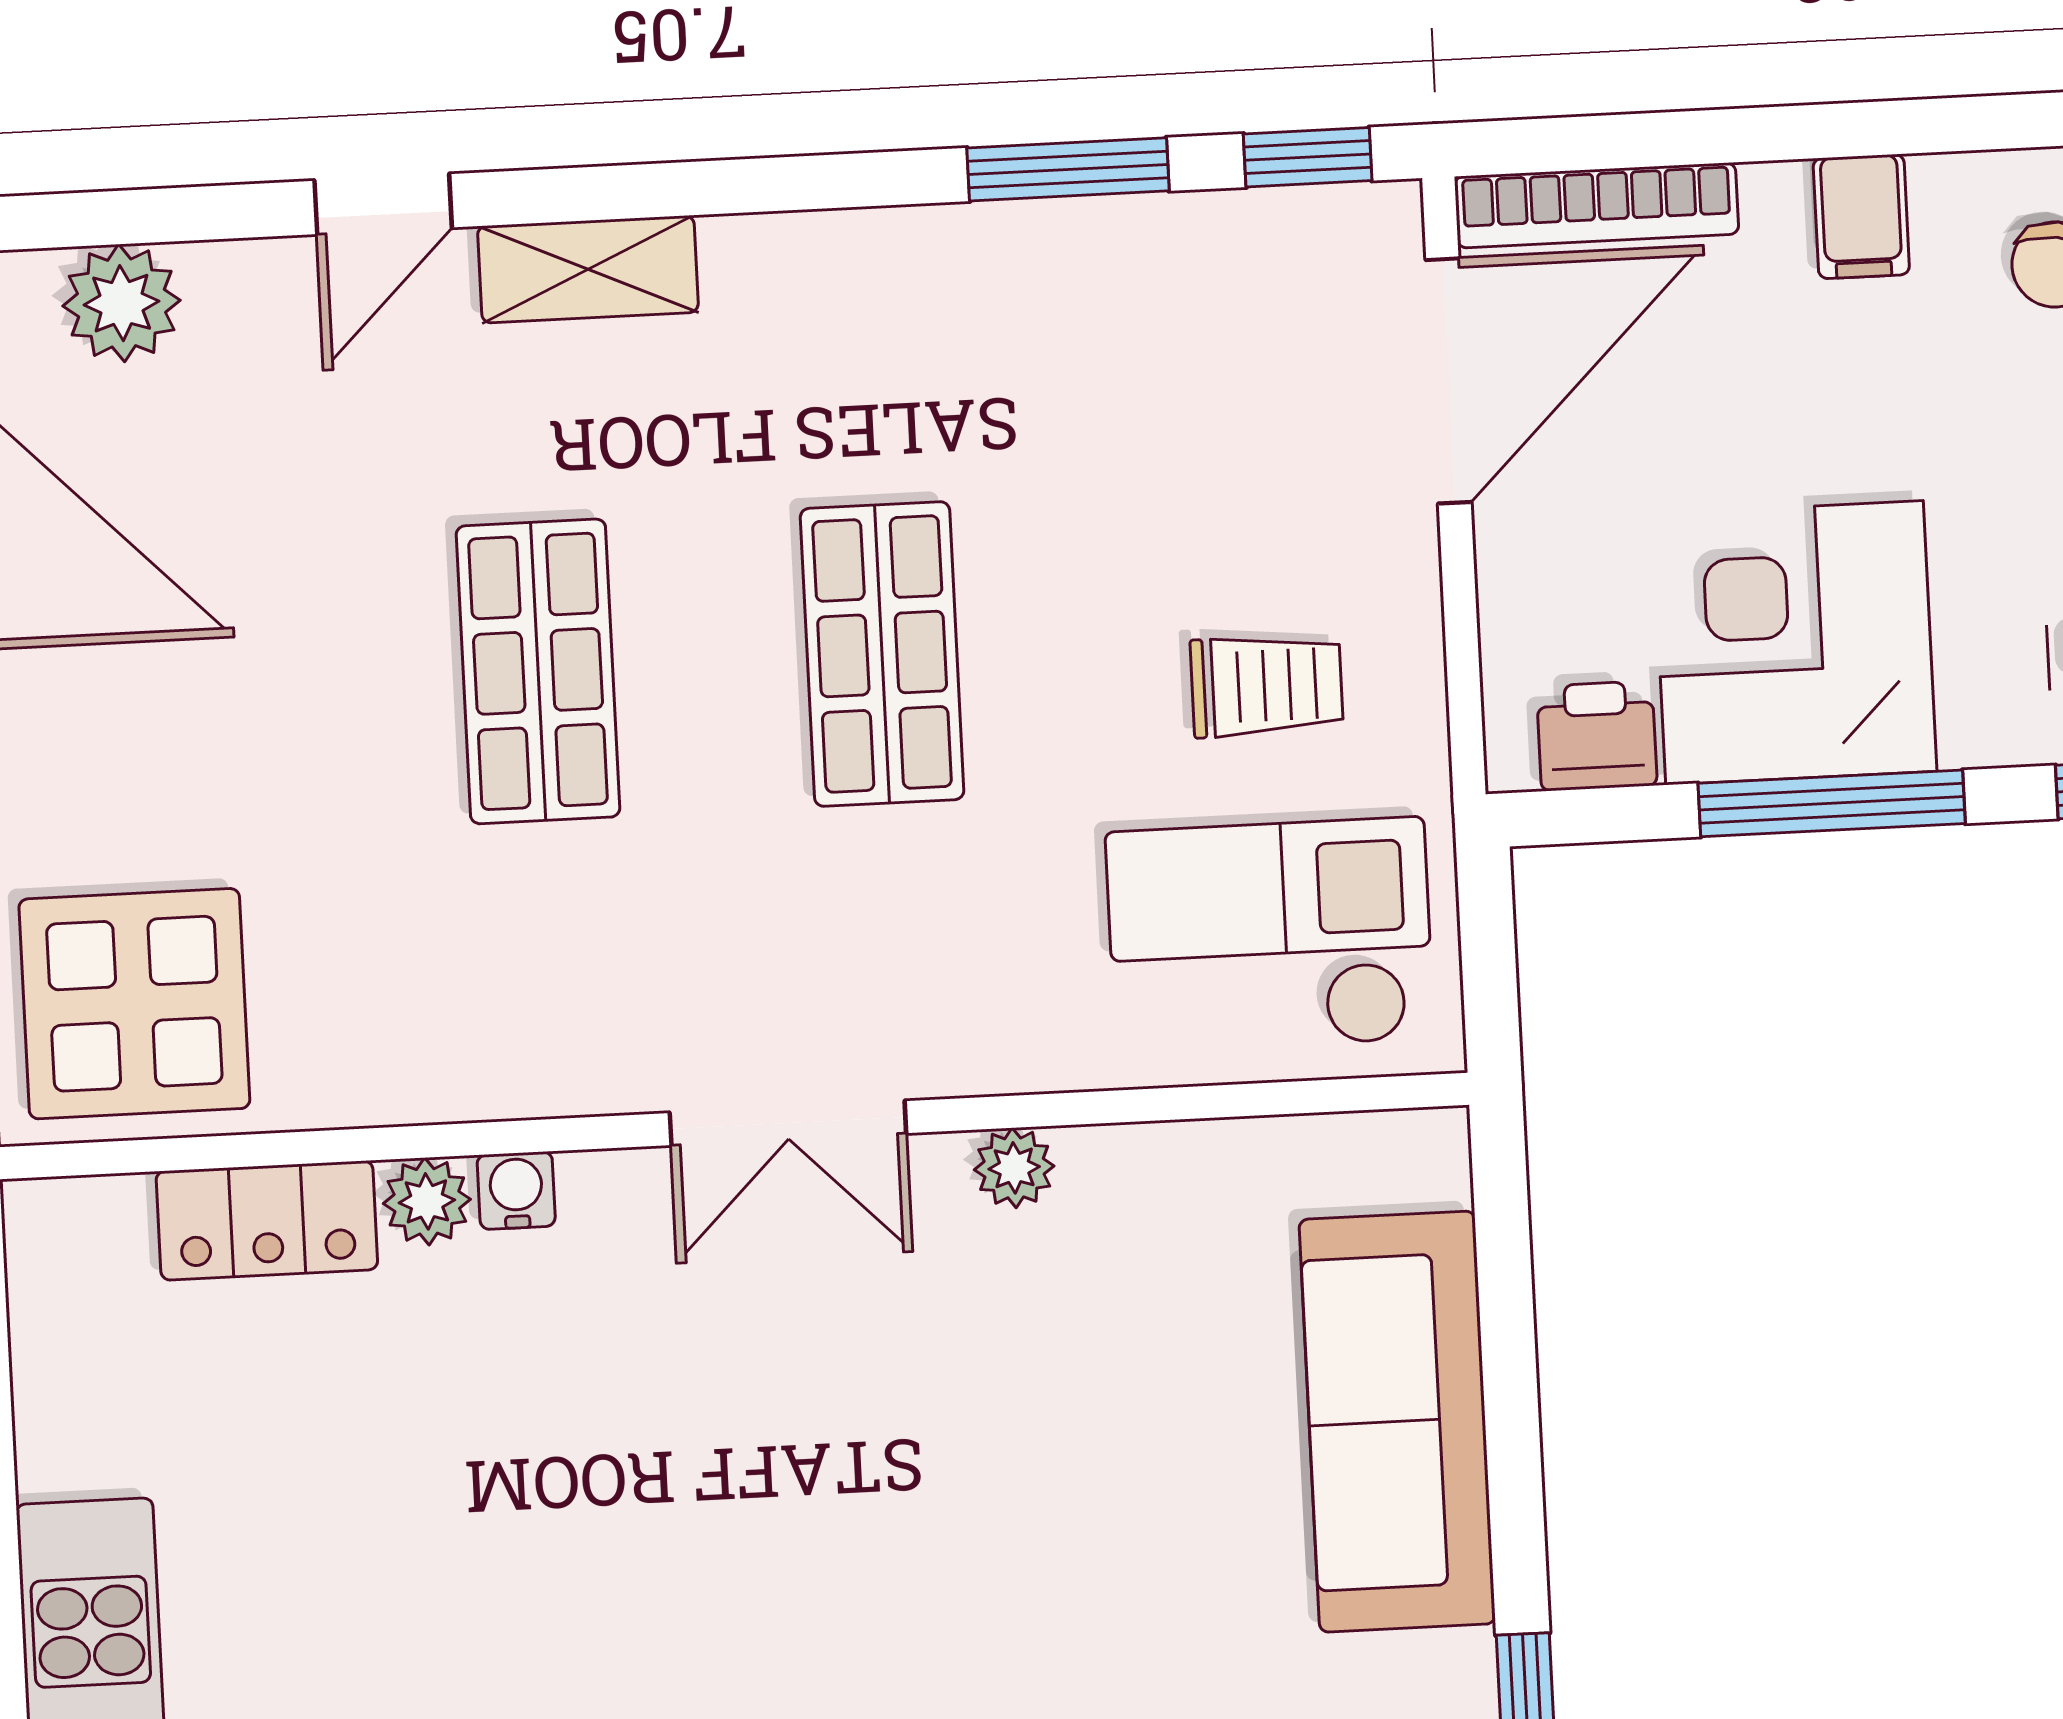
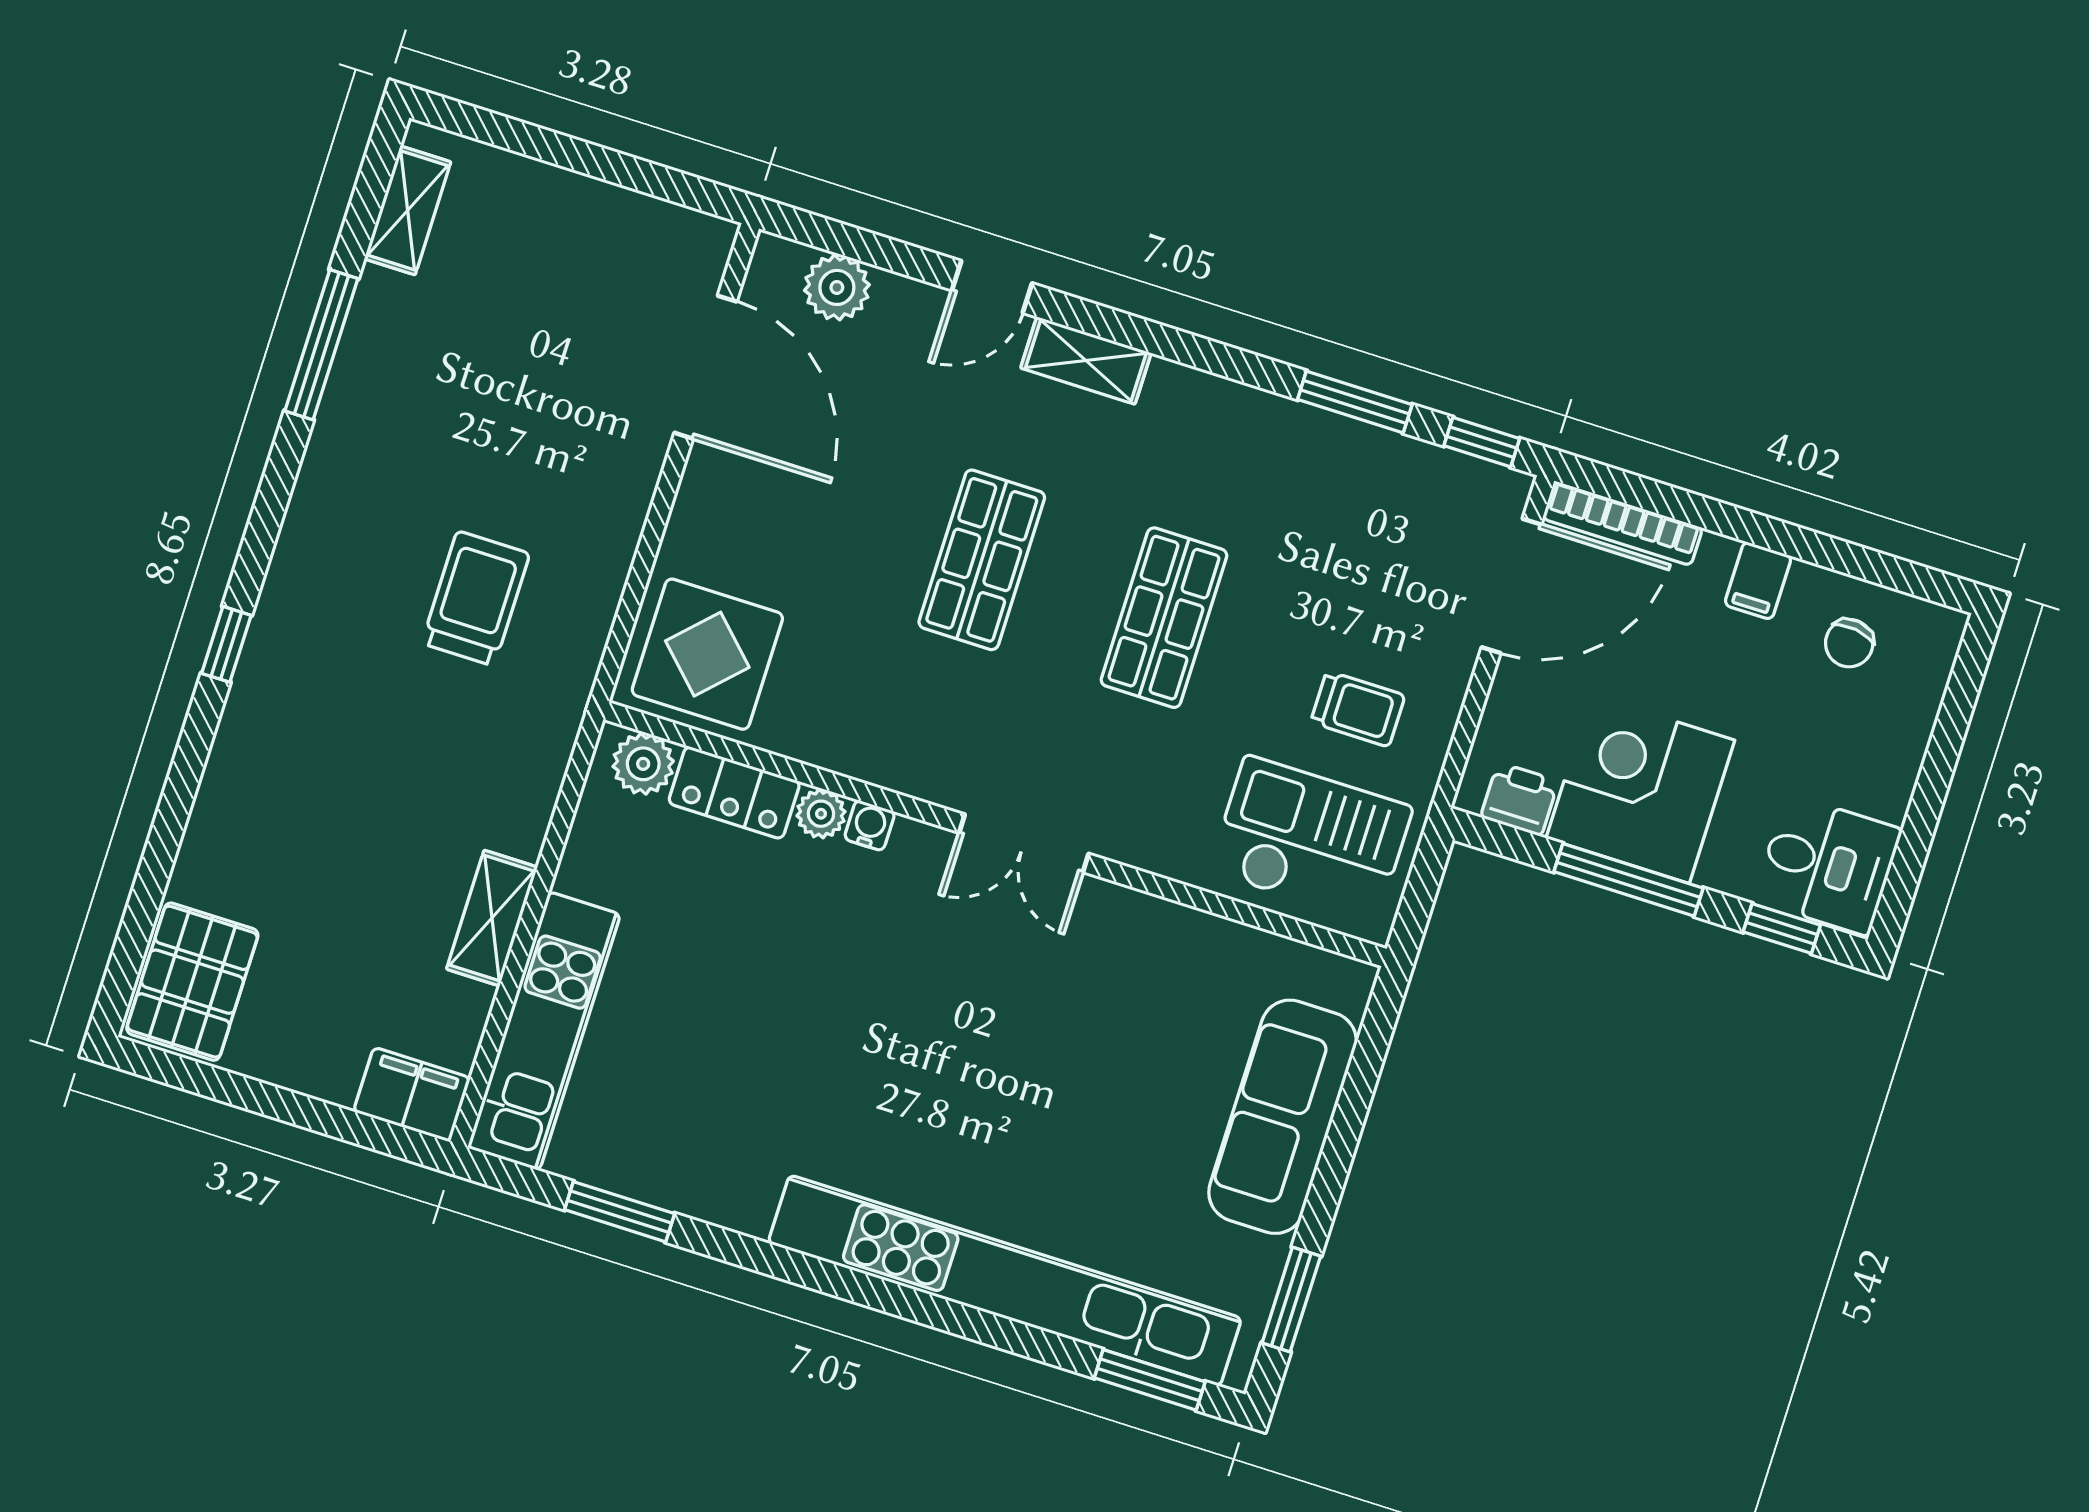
plant: (1014, 1168) -> (643, 764), moved, width x1.38, depth x1.38

